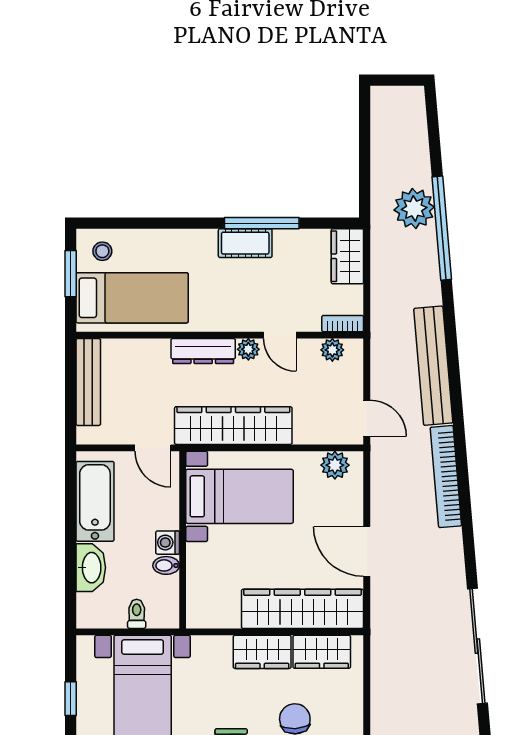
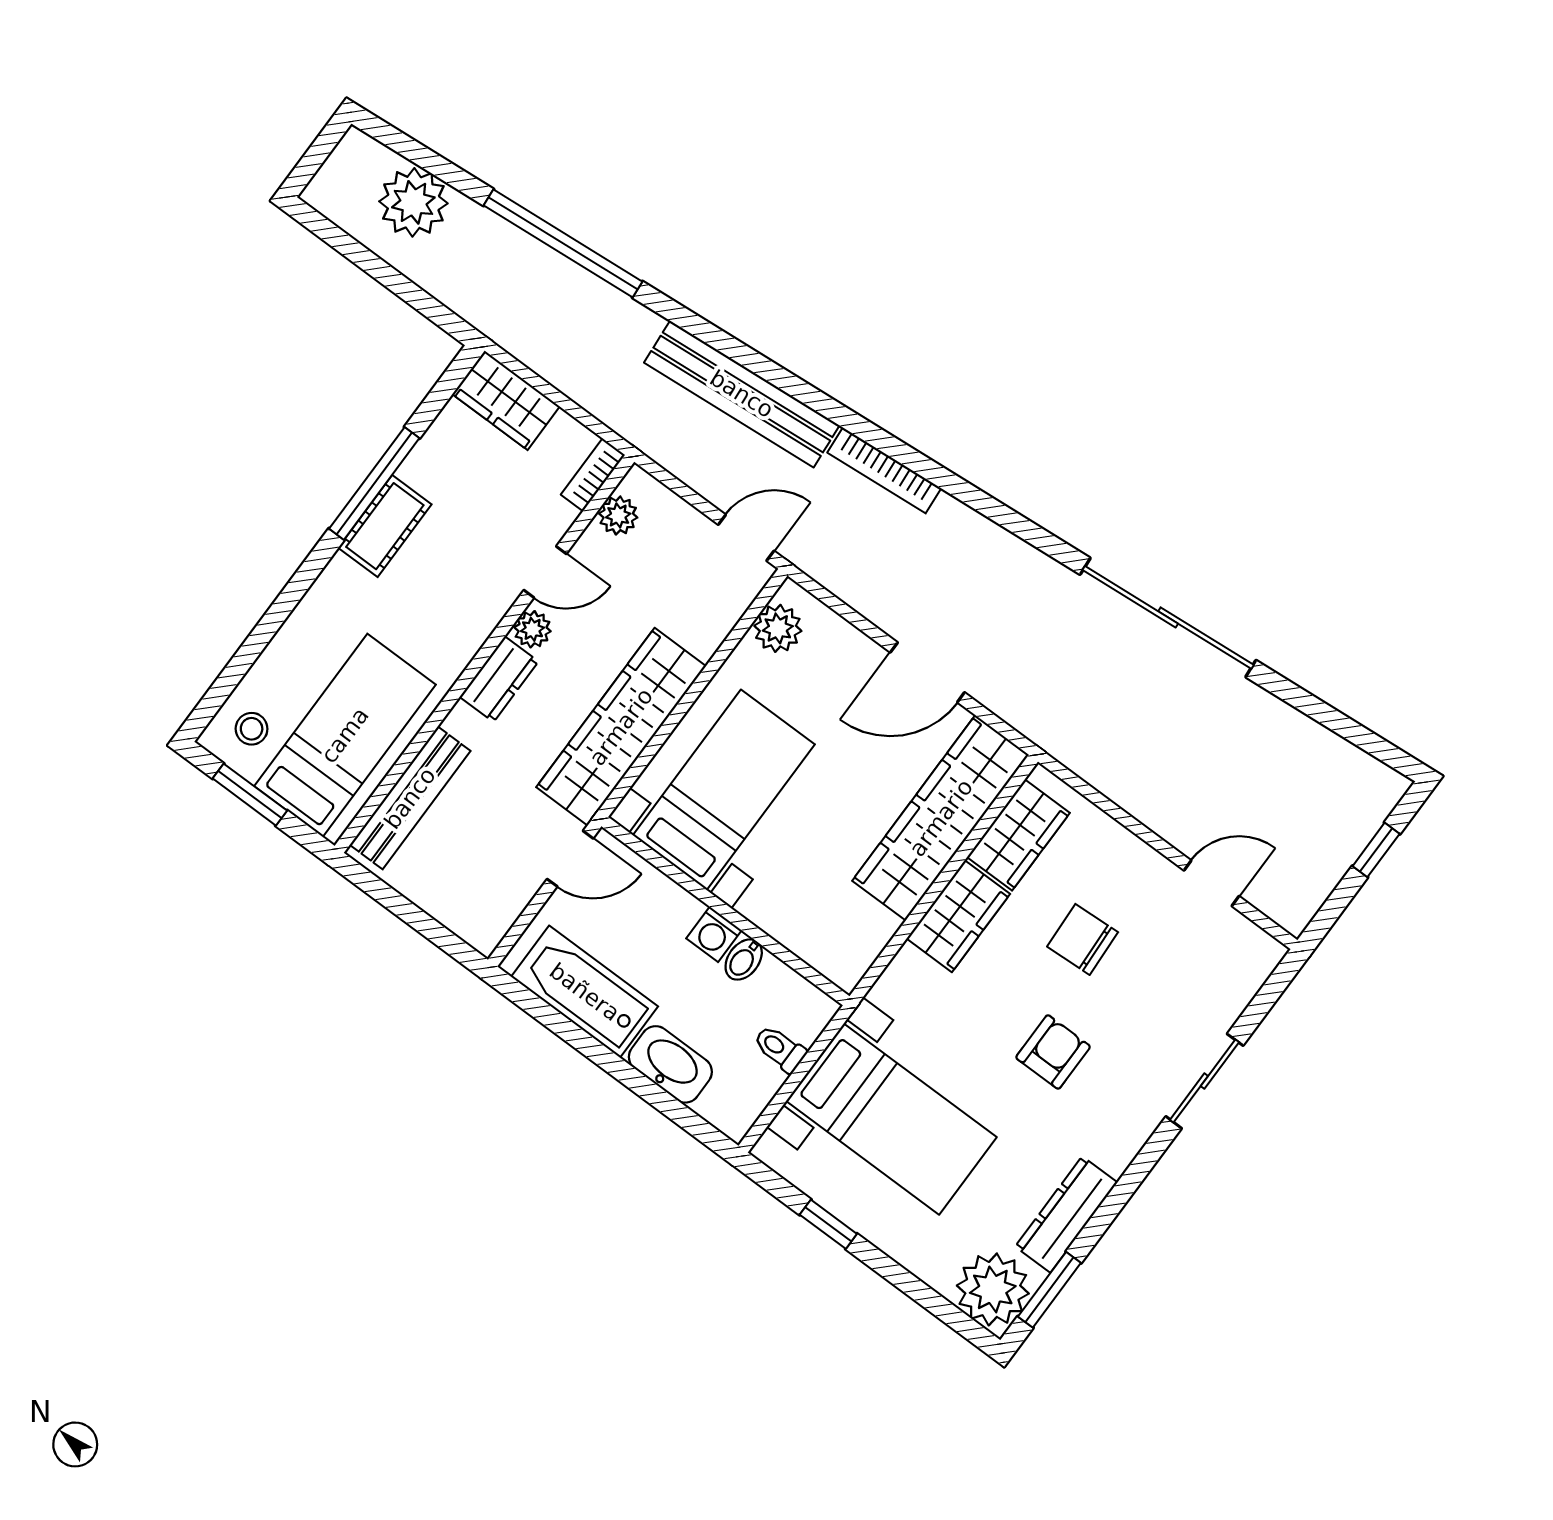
plant: (414, 208) -> (413, 202), moved
dresser: (203, 351) -> (499, 679), width x0.70
bench: (88, 382) -> (410, 798), moved, turned 90
bookcase: (446, 477) -> (884, 470), width x0.68, depth x0.76

